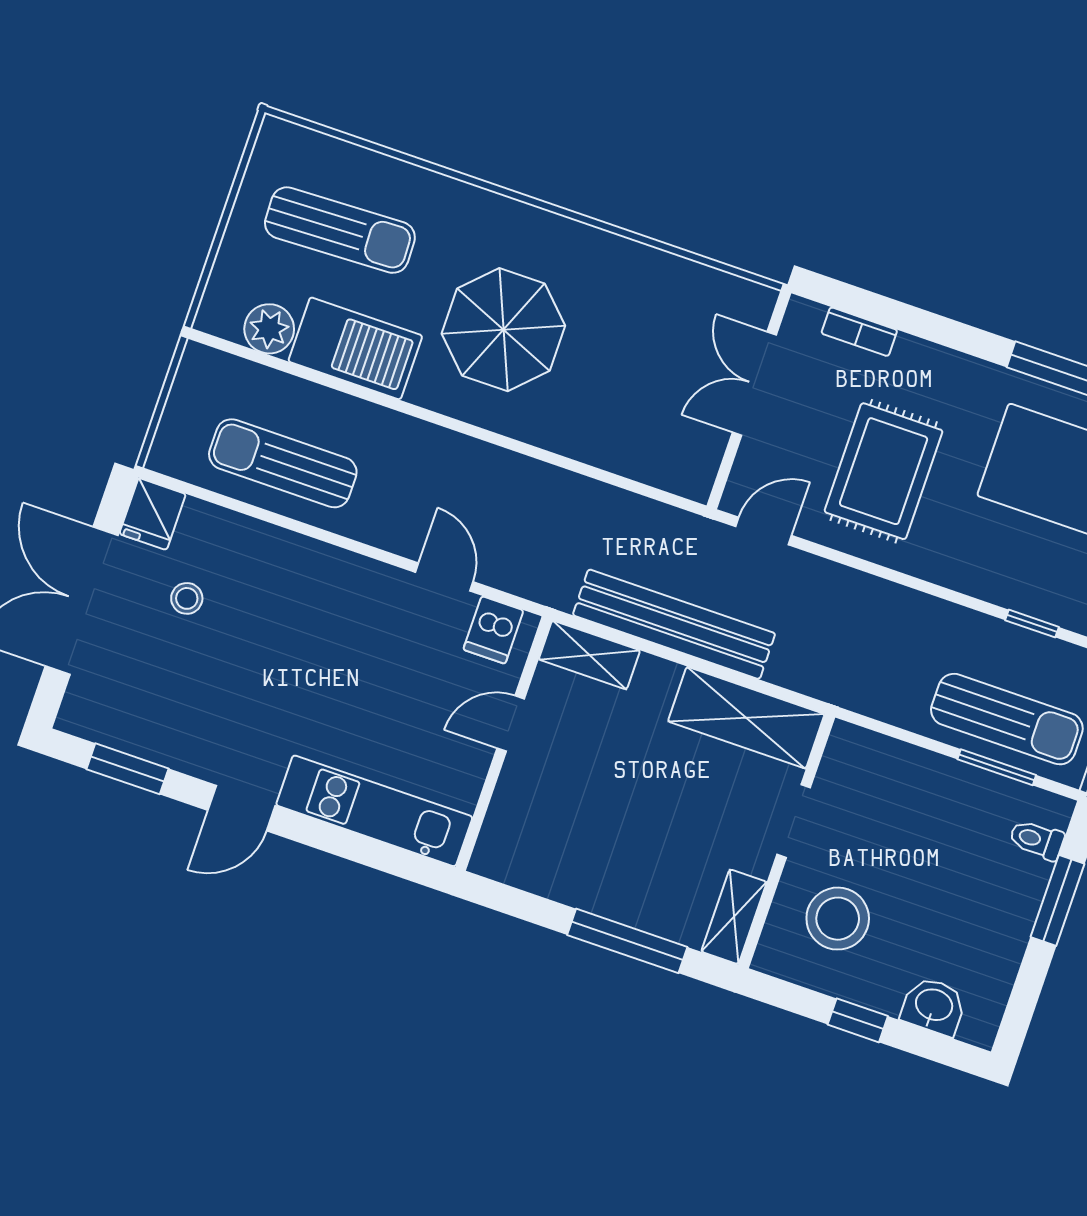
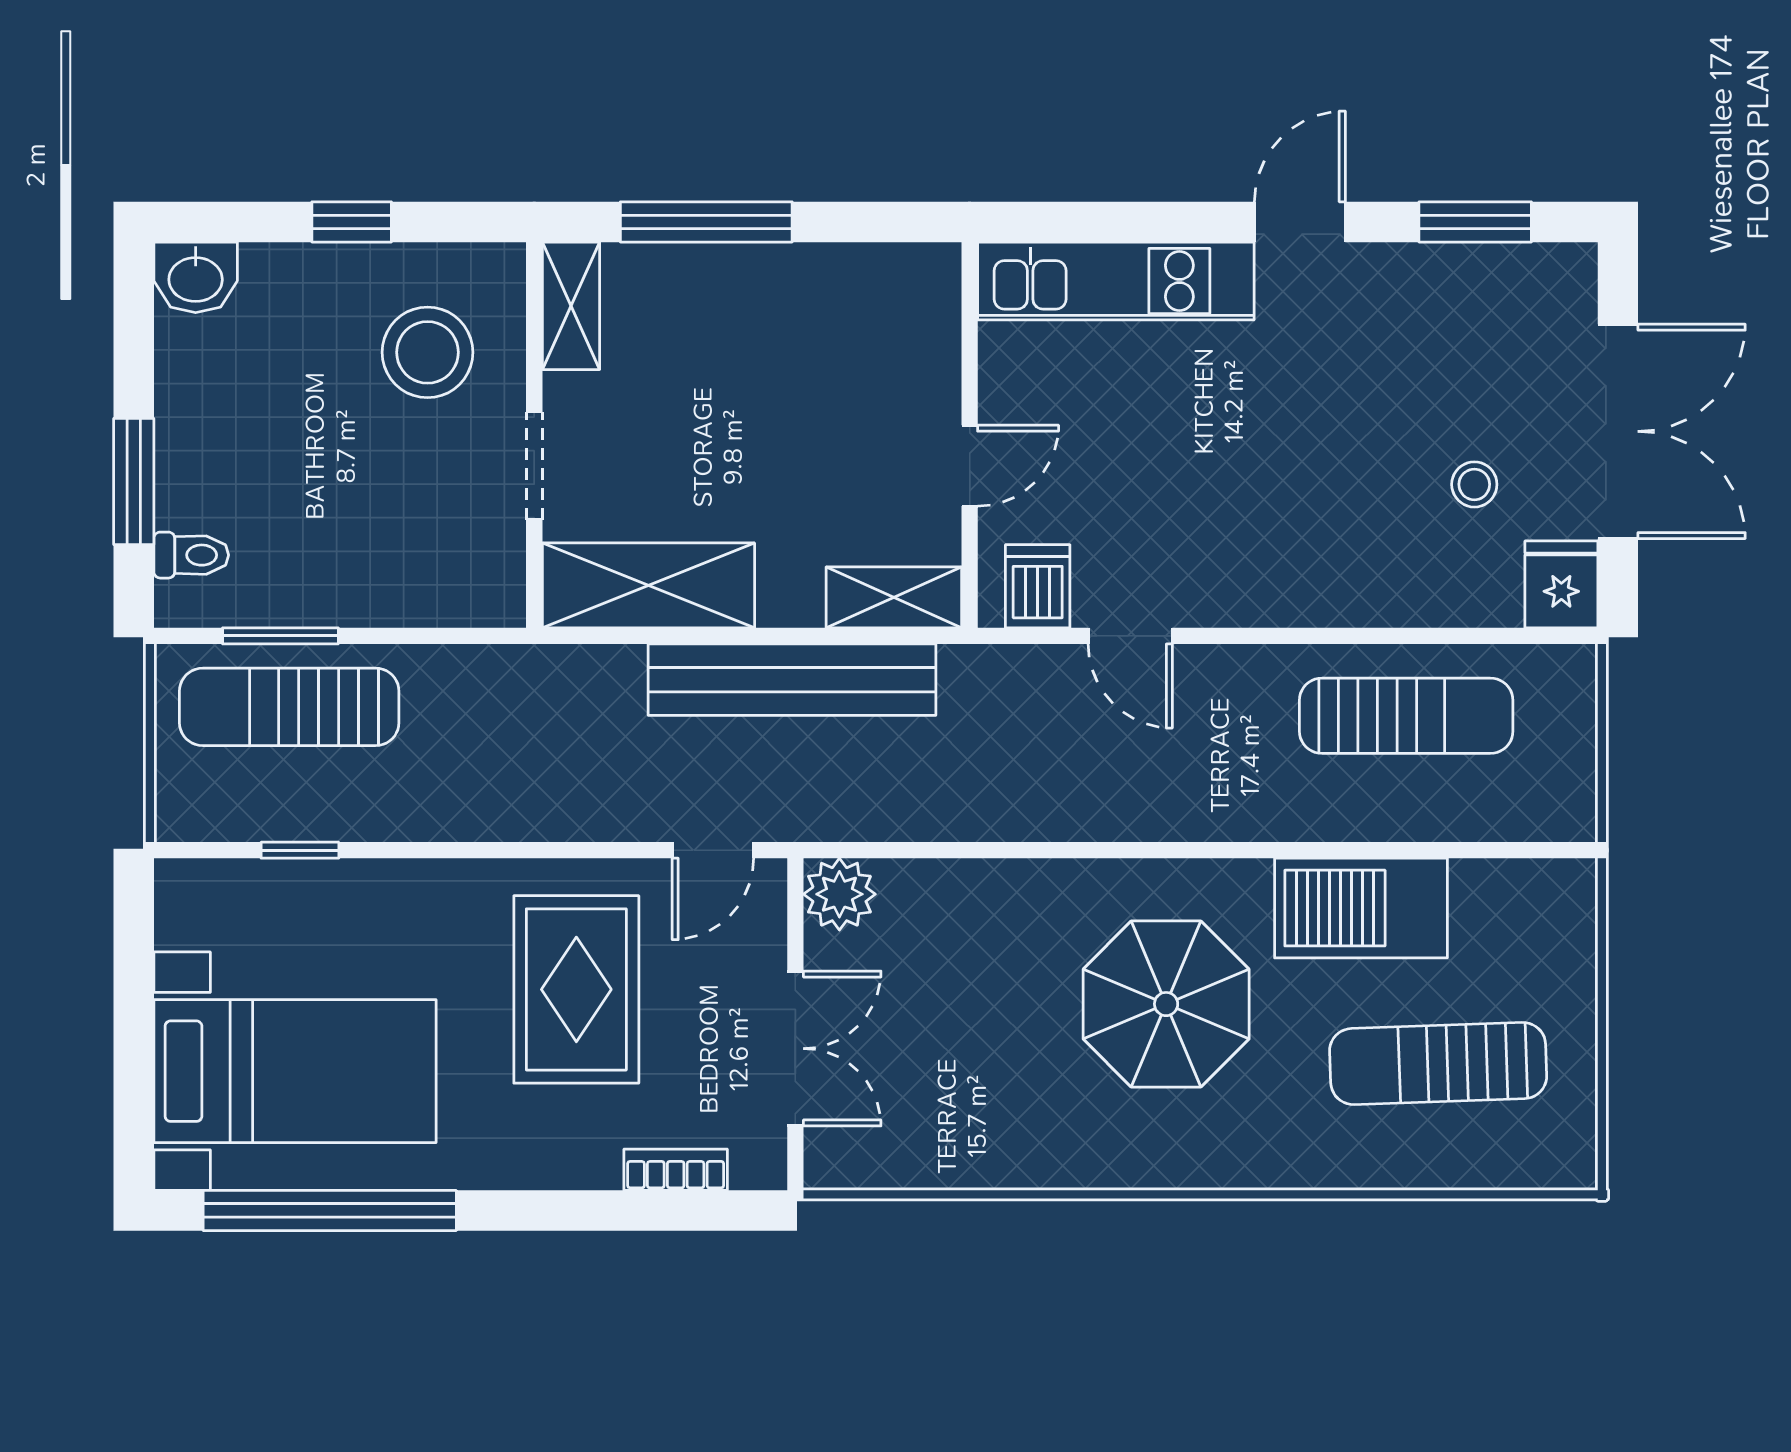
plant: (269, 329) -> (839, 894), moved
washbasin: (934, 1006) -> (196, 277), moved

